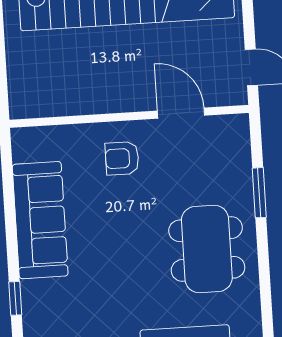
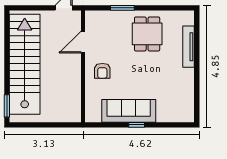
dining table: (207, 249) -> (147, 34), width x0.73
window: (15, 298) -> (137, 125), moved

